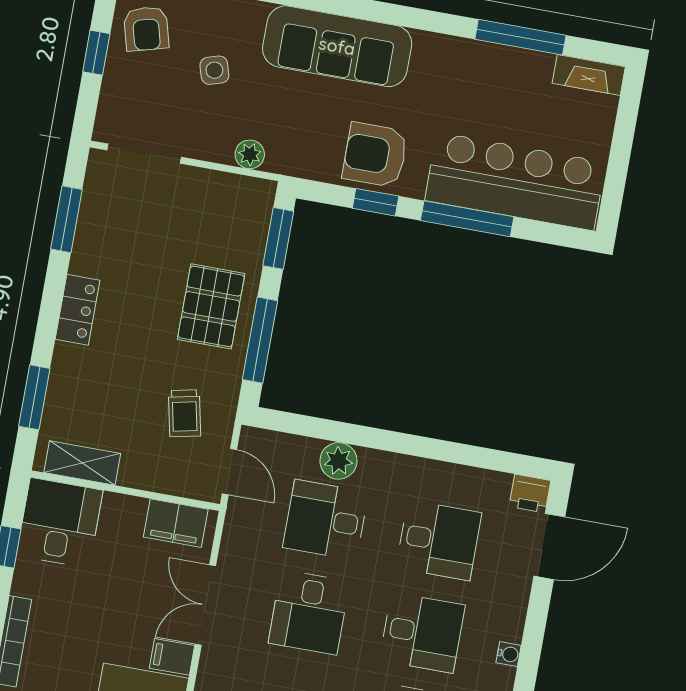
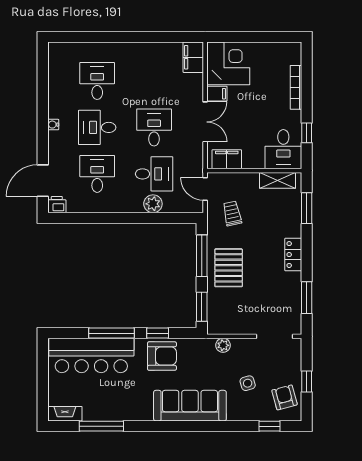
desk: (439, 540) -> (97, 174), turned 90

